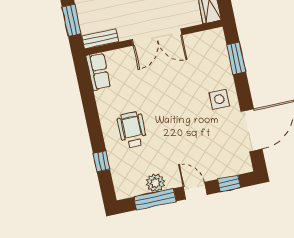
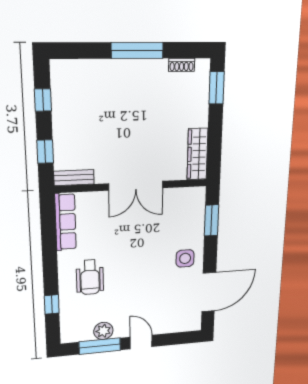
window: (72, 20) -> (45, 152), width x0.67
row of seats: (98, 72) -> (65, 222), width x1.48
wheelchair: (132, 130) -> (90, 277), turned 180
window: (229, 183) -> (175, 339), removed

